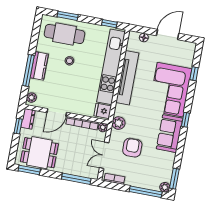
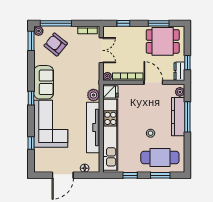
window: (109, 24) -> (130, 175), moved
kitchen counter: (39, 66) -> (178, 117), width x1.50
door: (57, 112) -> (153, 82), hinge flipped
plant: (118, 123) -> (93, 95), moved
armchair: (132, 148) -> (56, 44), moved, turned 129
window: (29, 170) -> (159, 23), moved
window: (76, 179) -> (123, 23), width x0.46

